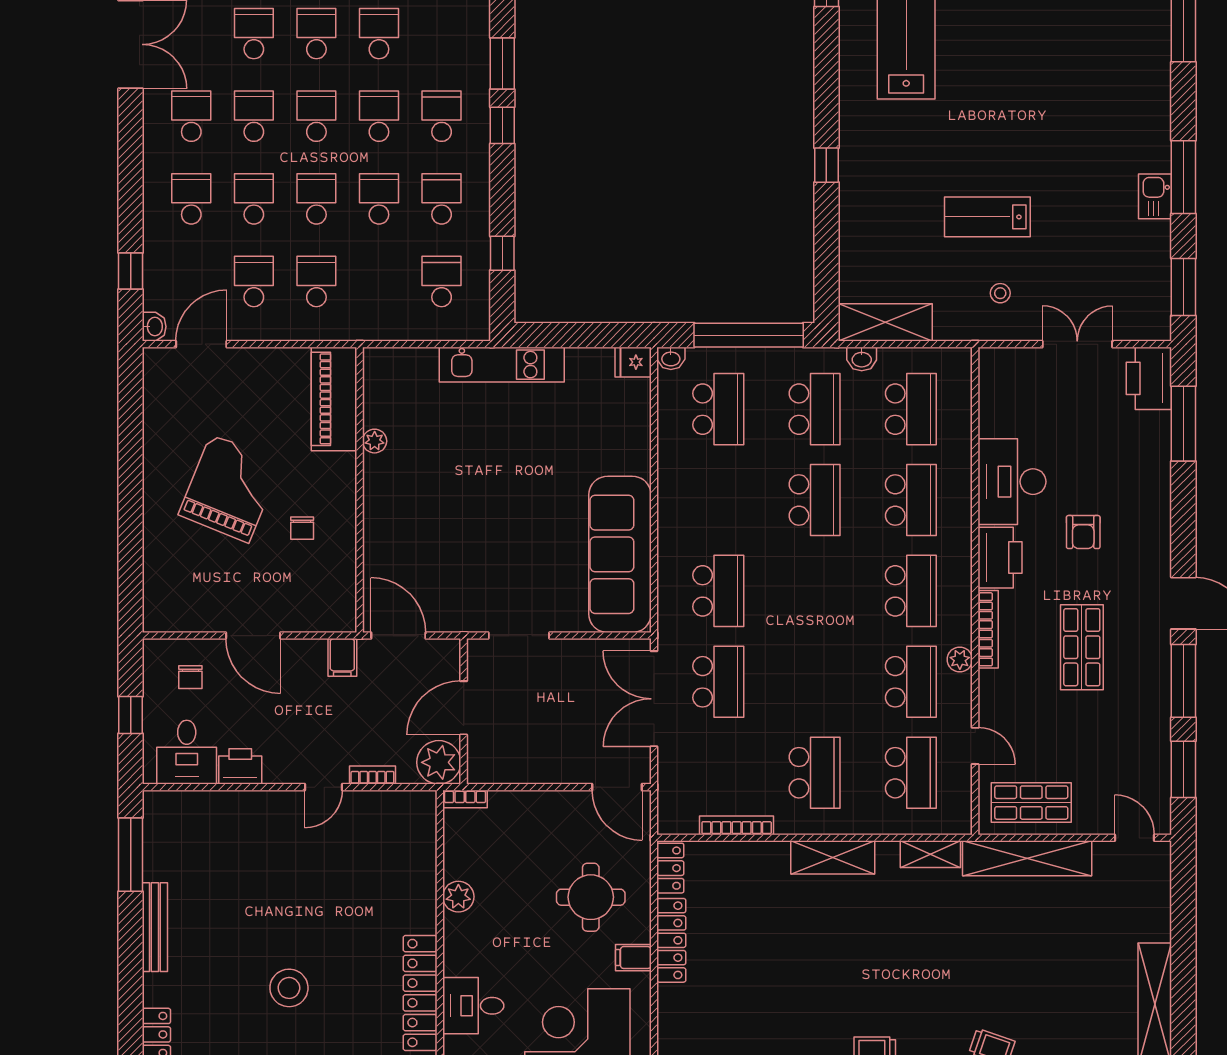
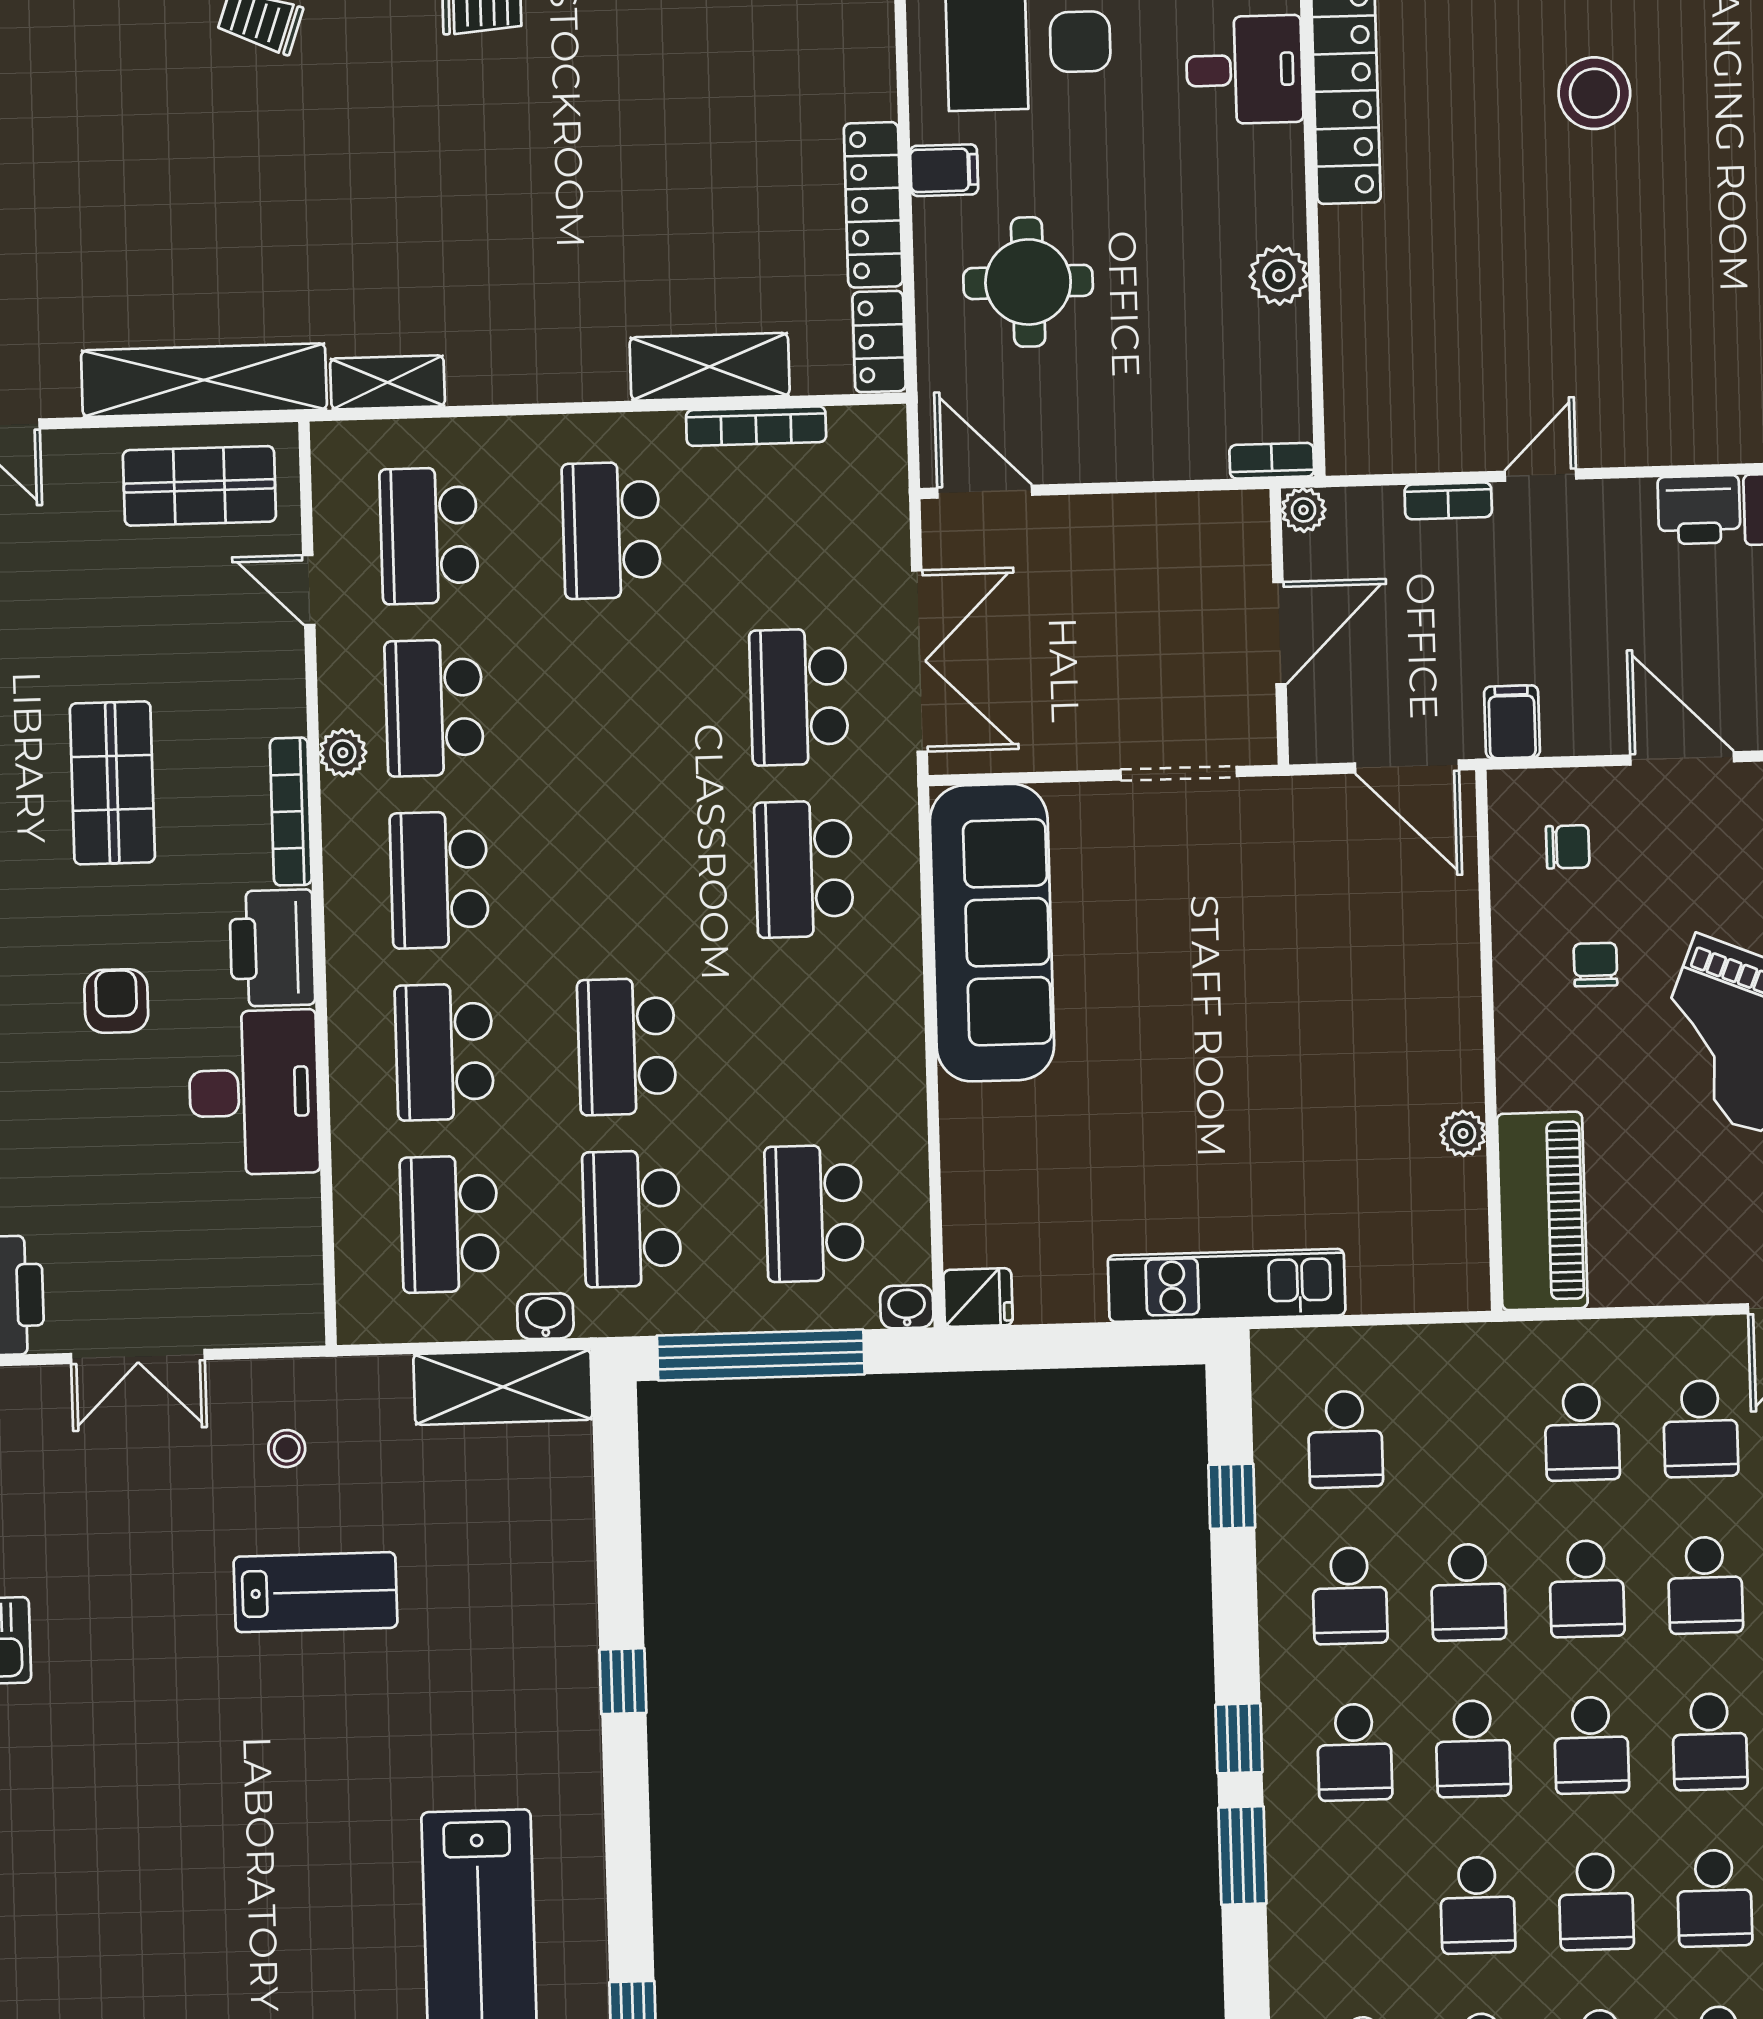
chair: (315, 591) -> (1568, 847), added
plant: (439, 762) -> (1304, 510), width x0.53, depth x0.53
shelving: (833, 857) -> (710, 367), moved

